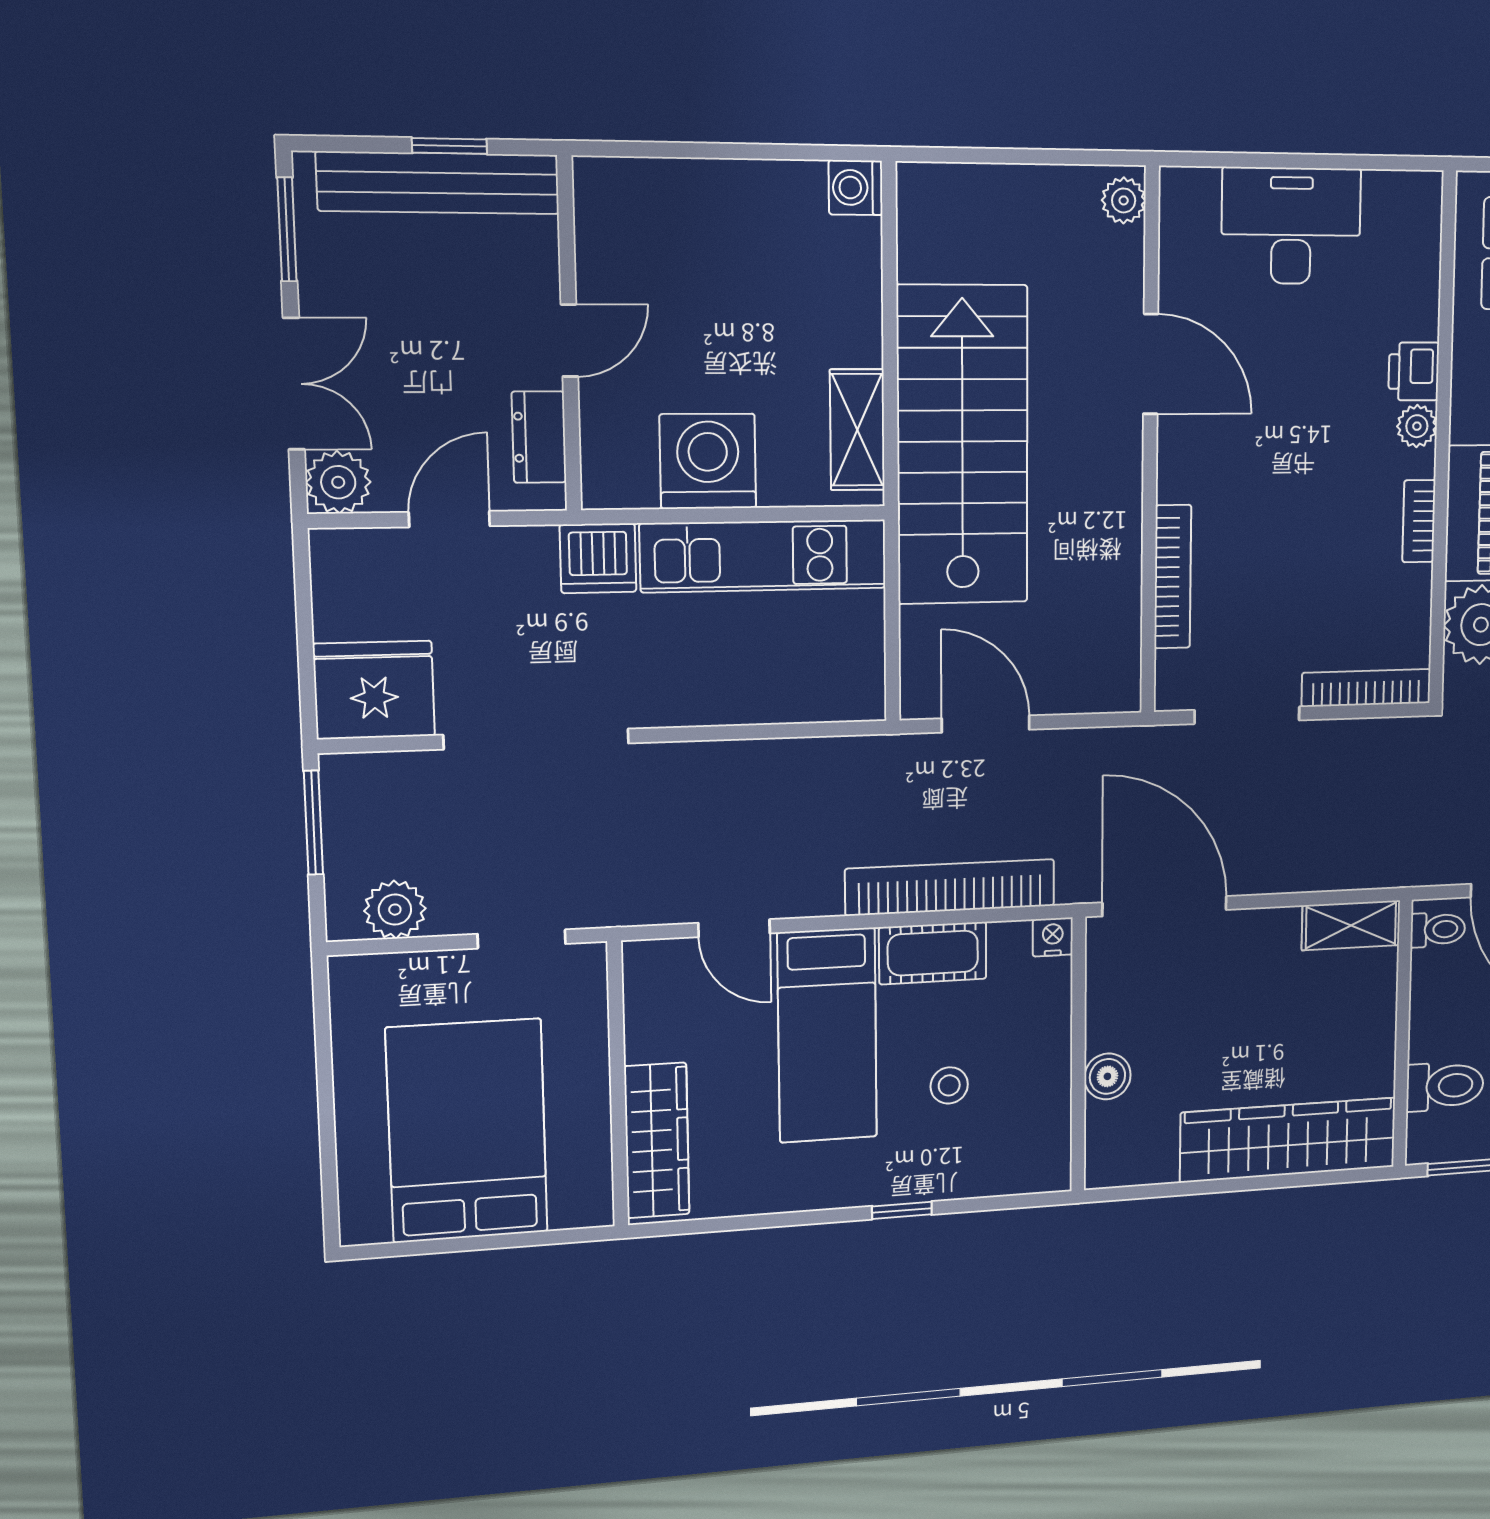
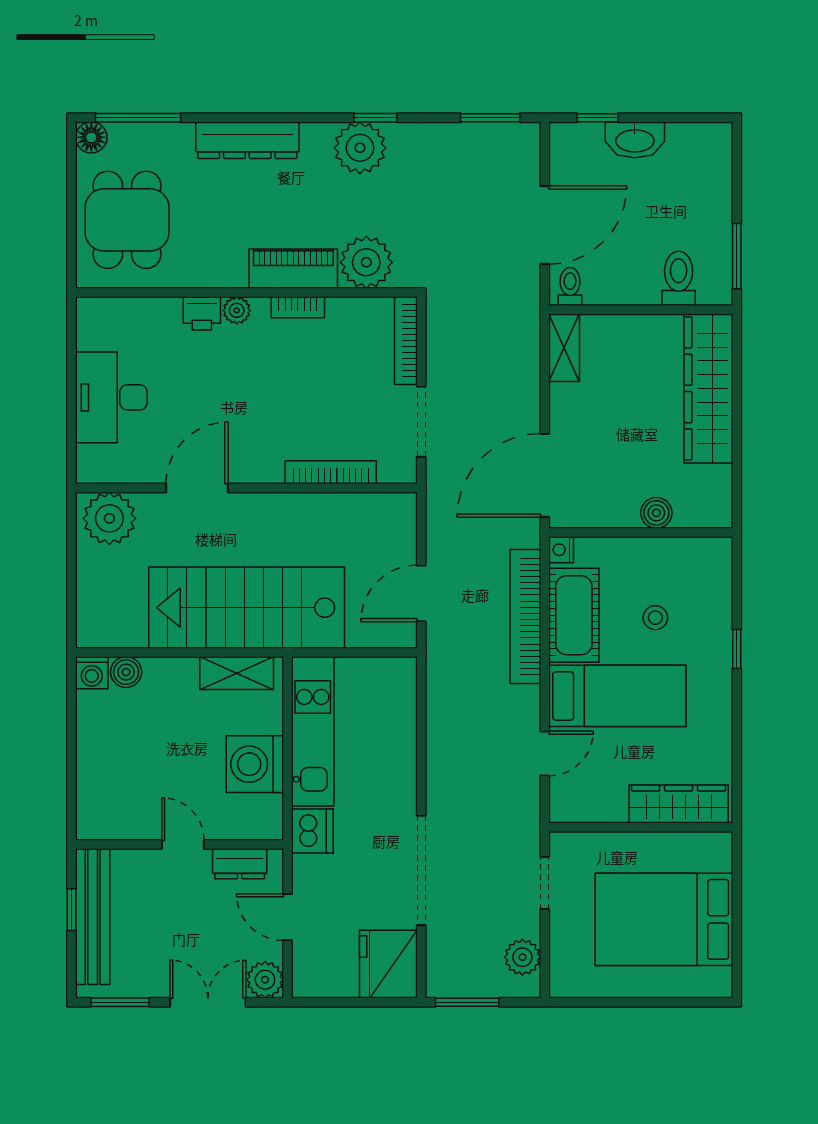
plant: (1124, 200) -> (109, 518), width x1.88, depth x1.88
boiler: (857, 246) -> (126, 672), added
cot: (933, 953) -> (574, 615), width x1.37, depth x1.34

